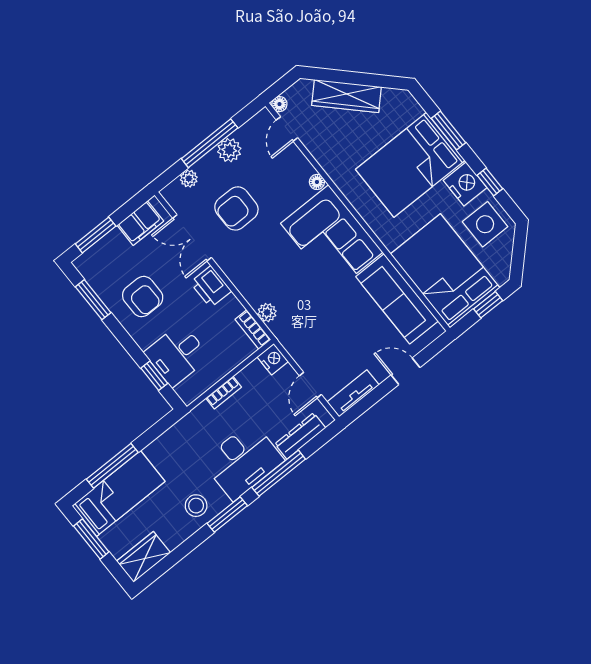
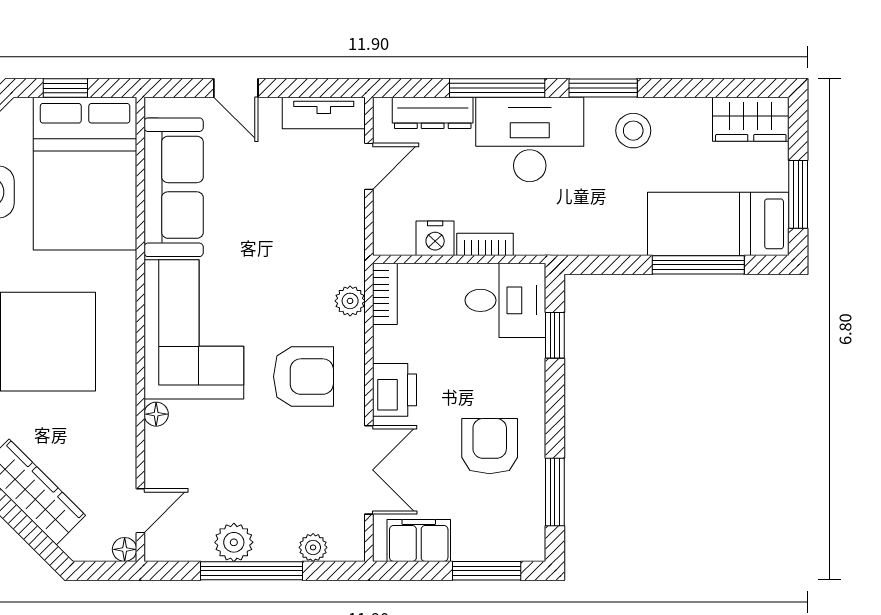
armchair: (236, 208) -> (303, 377), moved
desk: (177, 355) -> (505, 300), moved
nightstand: (273, 359) -> (435, 238), moved, turned -90

